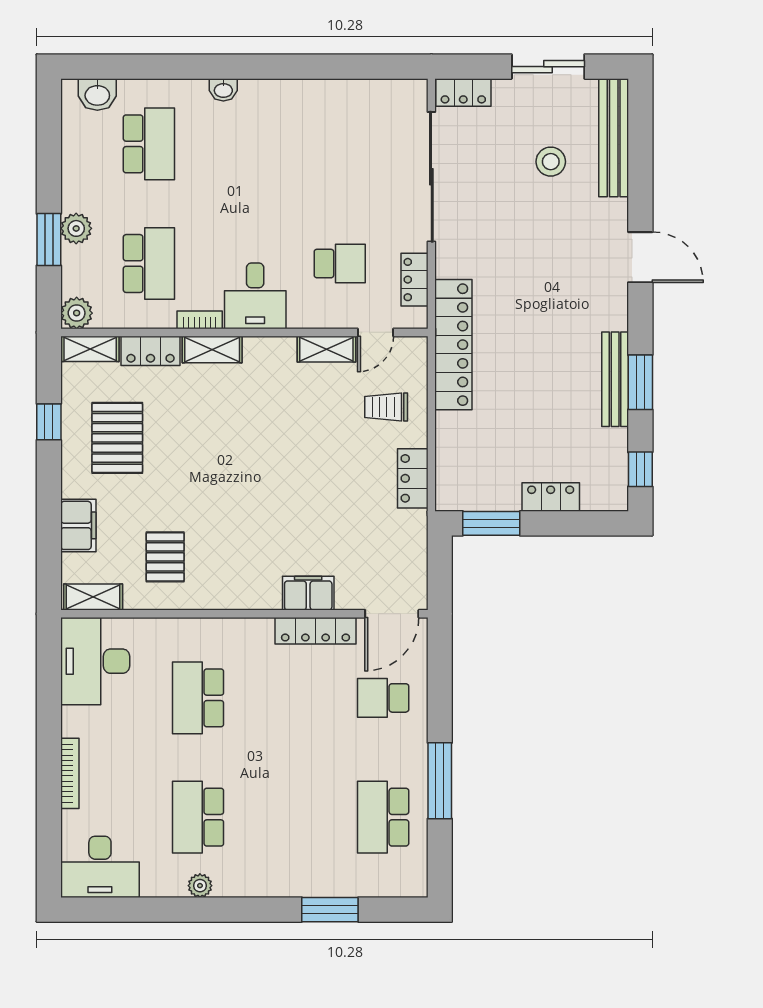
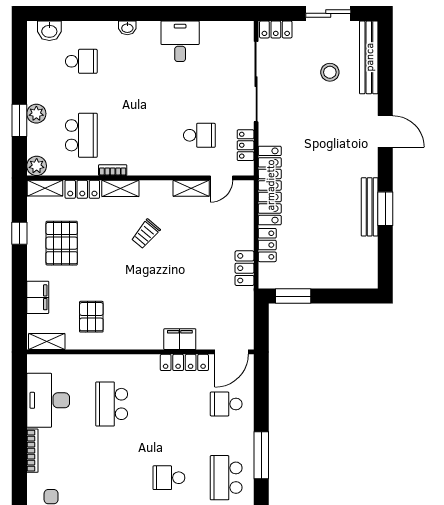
school desk: (149, 144) -> (81, 61), width x0.54
desk: (255, 296) -> (180, 41), moved, turned 180
trolley: (386, 407) -> (146, 234), moved, turned -50
window: (640, 469) -> (385, 263), removed
locker: (551, 497) -> (267, 245), moved, turned 90
desk: (95, 661) -> (48, 400), moved
school desk: (198, 817) -> (169, 478), moved, width x0.54

